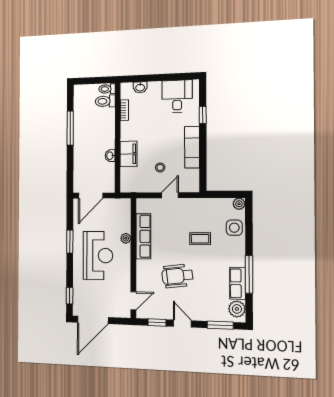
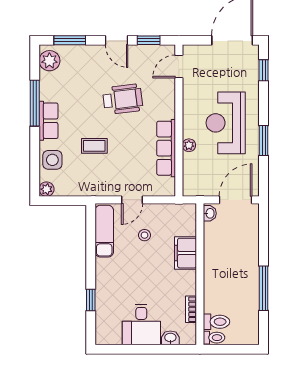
desk: (177, 96) -> (141, 324), moved
exam couch: (192, 147) -> (104, 231), moved
washbasin: (110, 156) -> (210, 213), moved
row of seats: (238, 283) -> (49, 121), moved

